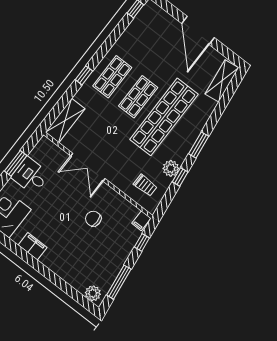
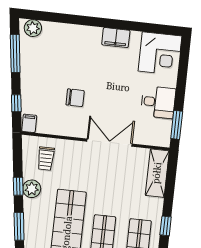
window: (16, 163) -> (177, 125), moved
trolley: (145, 185) -> (46, 158), turned -90

